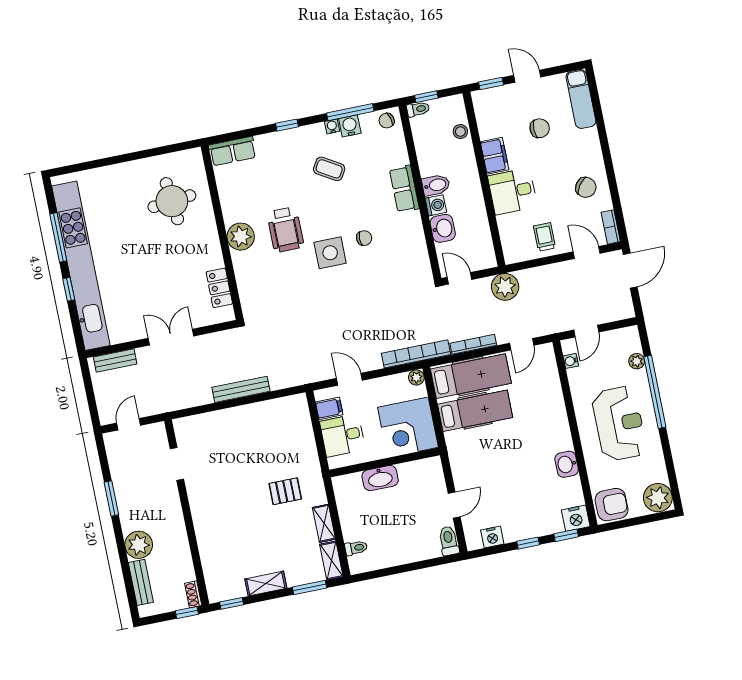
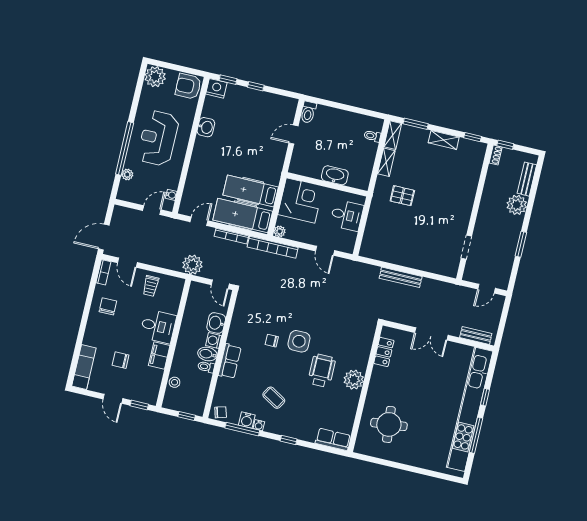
toilet: (418, 109) -> (206, 367), moved
chair: (586, 187) -> (108, 306), turned 55
filing cabinet: (329, 408) -> (347, 238), removed
nightstand: (492, 537) -> (278, 101), removed

